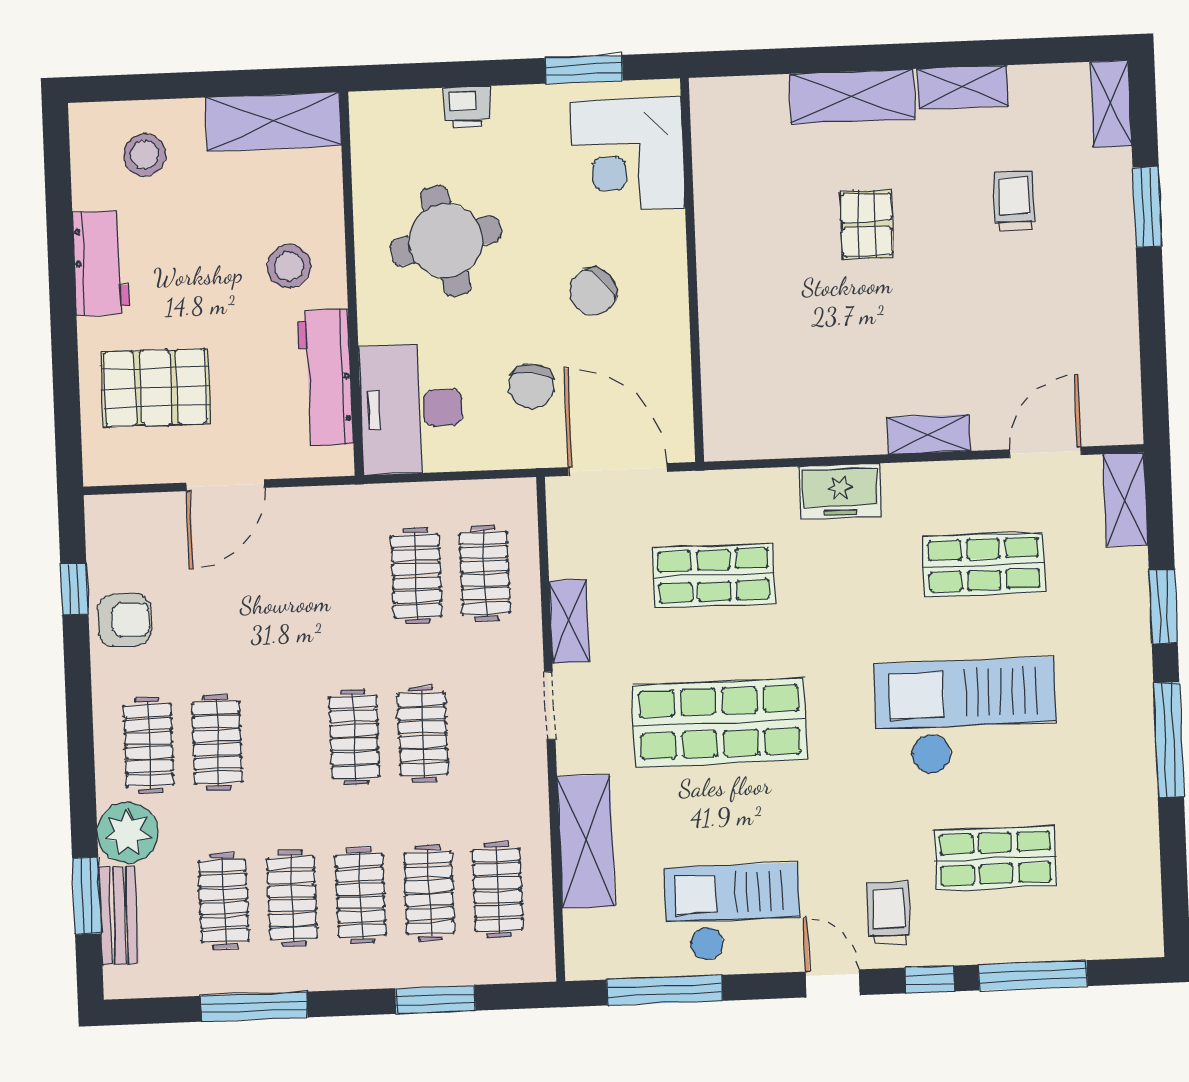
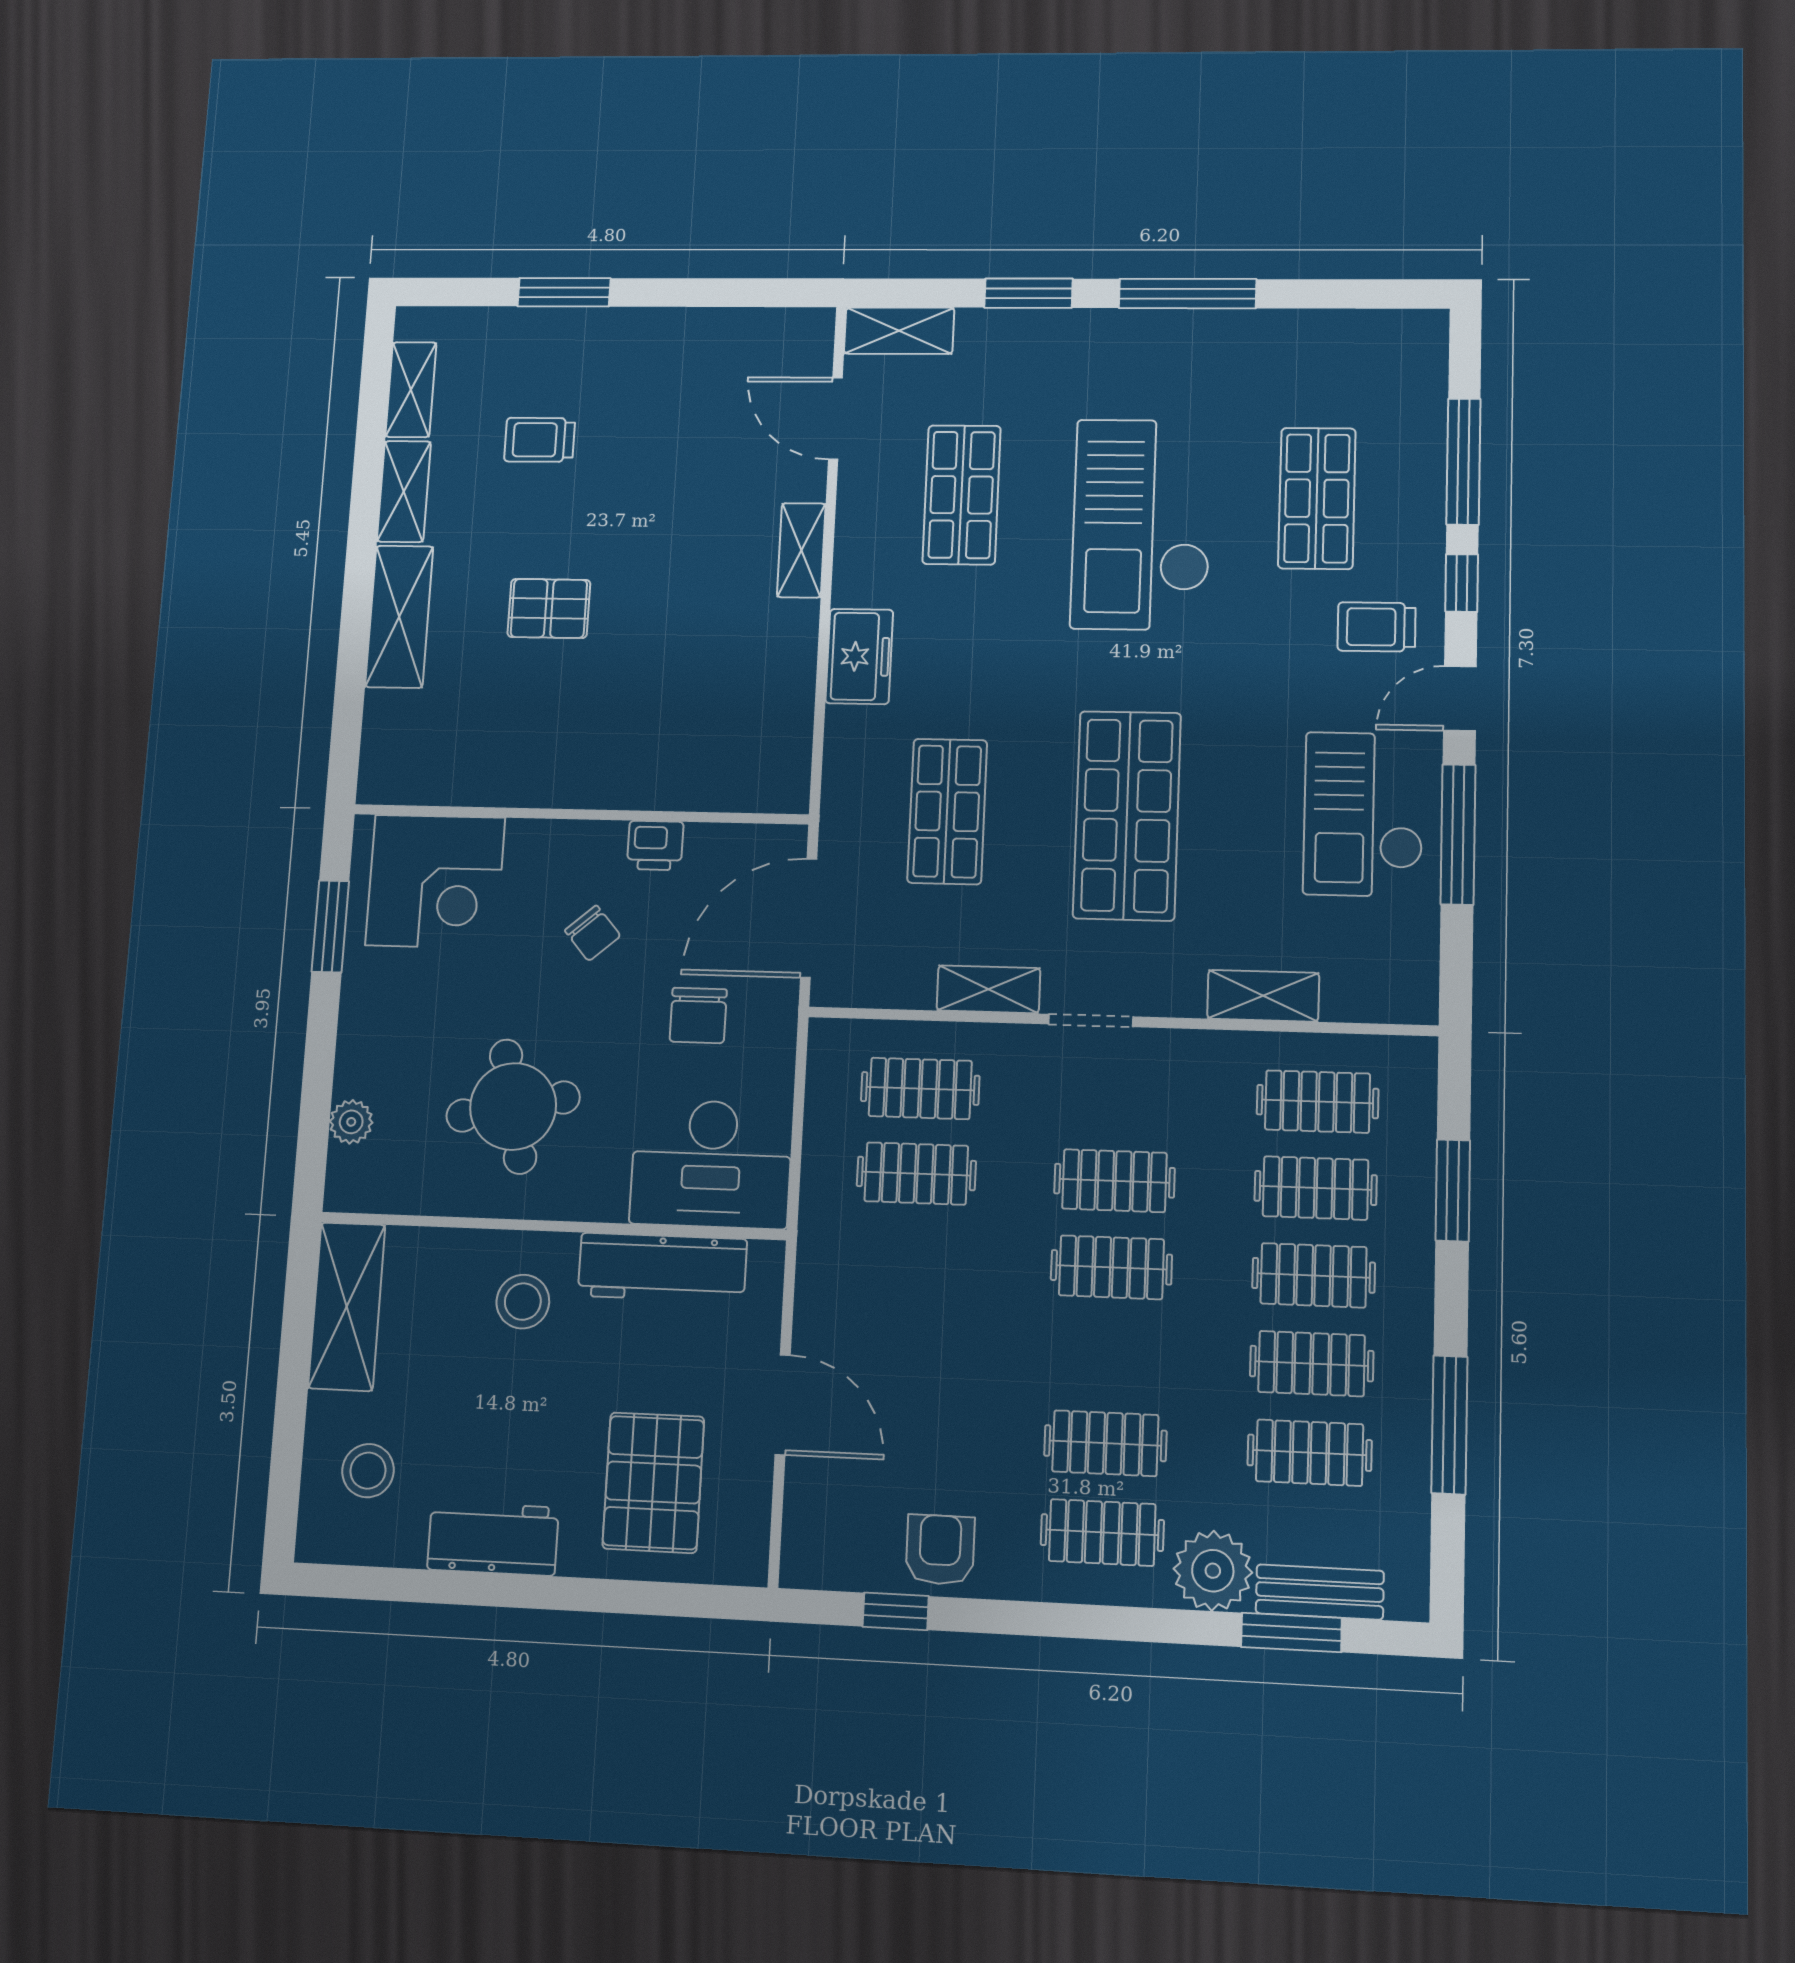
shelving: (1111, 104) -> (411, 390), moved, turned 90
plant: (423, 107) -> (351, 1122), added
printer: (467, 107) -> (655, 845), moved, turned 90
chair: (593, 291) -> (593, 933), width x0.73, depth x0.73
chair: (531, 386) -> (698, 1015), turned 82
shelving: (586, 841) -> (1263, 996), width x0.67, depth x0.75
window: (664, 990) -> (1458, 834), moved

